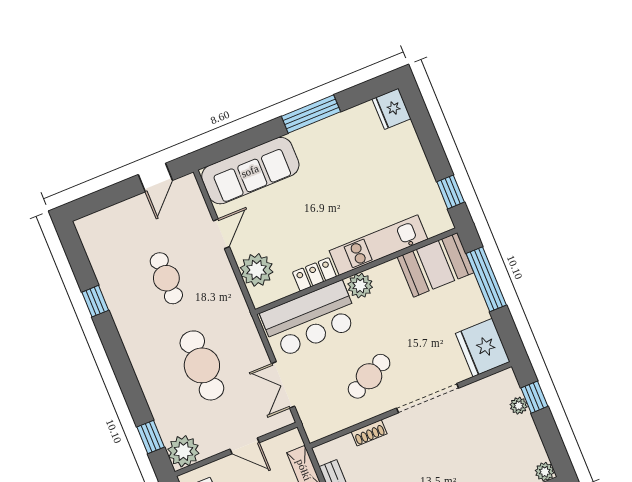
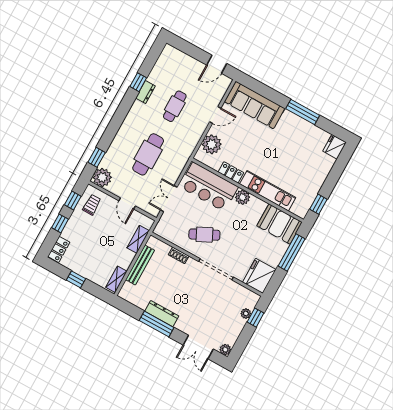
dresser: (116, 302) -> (145, 92), added

